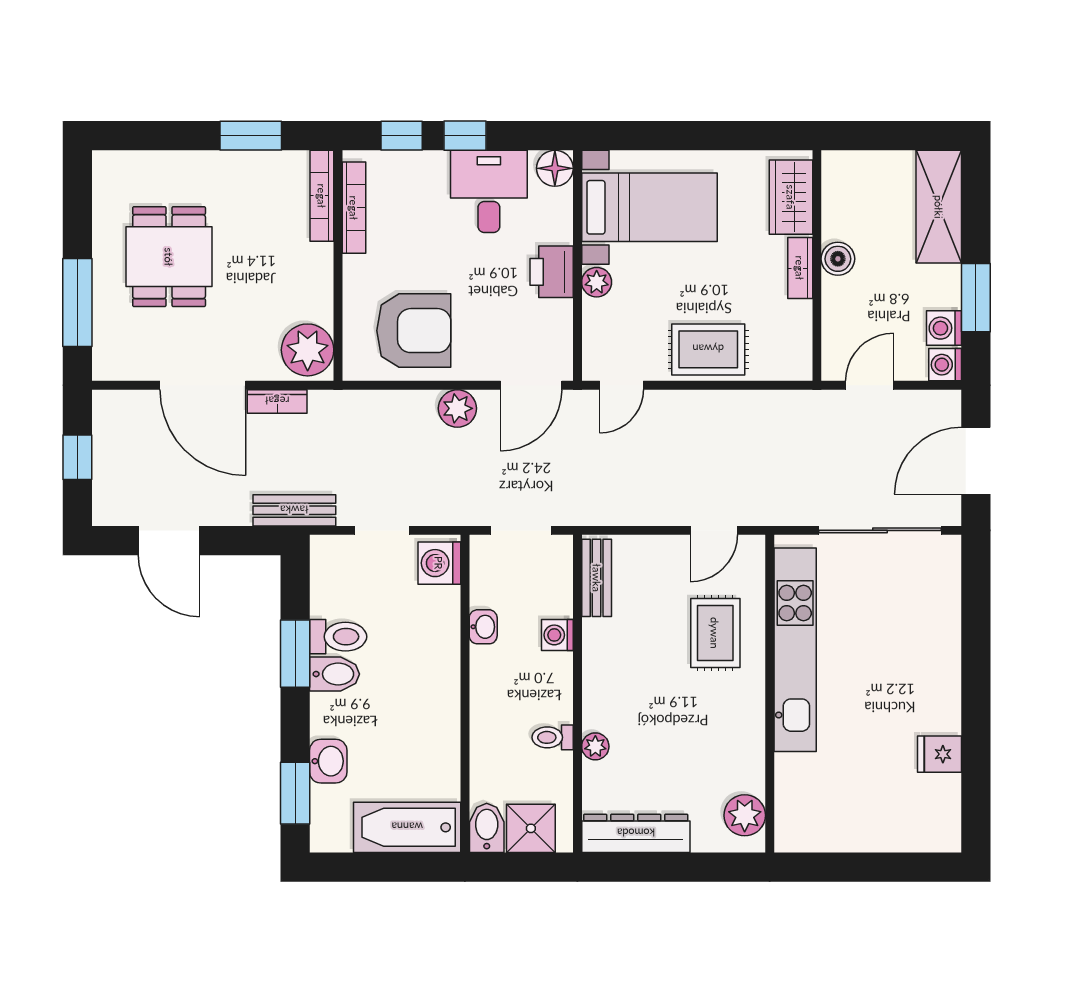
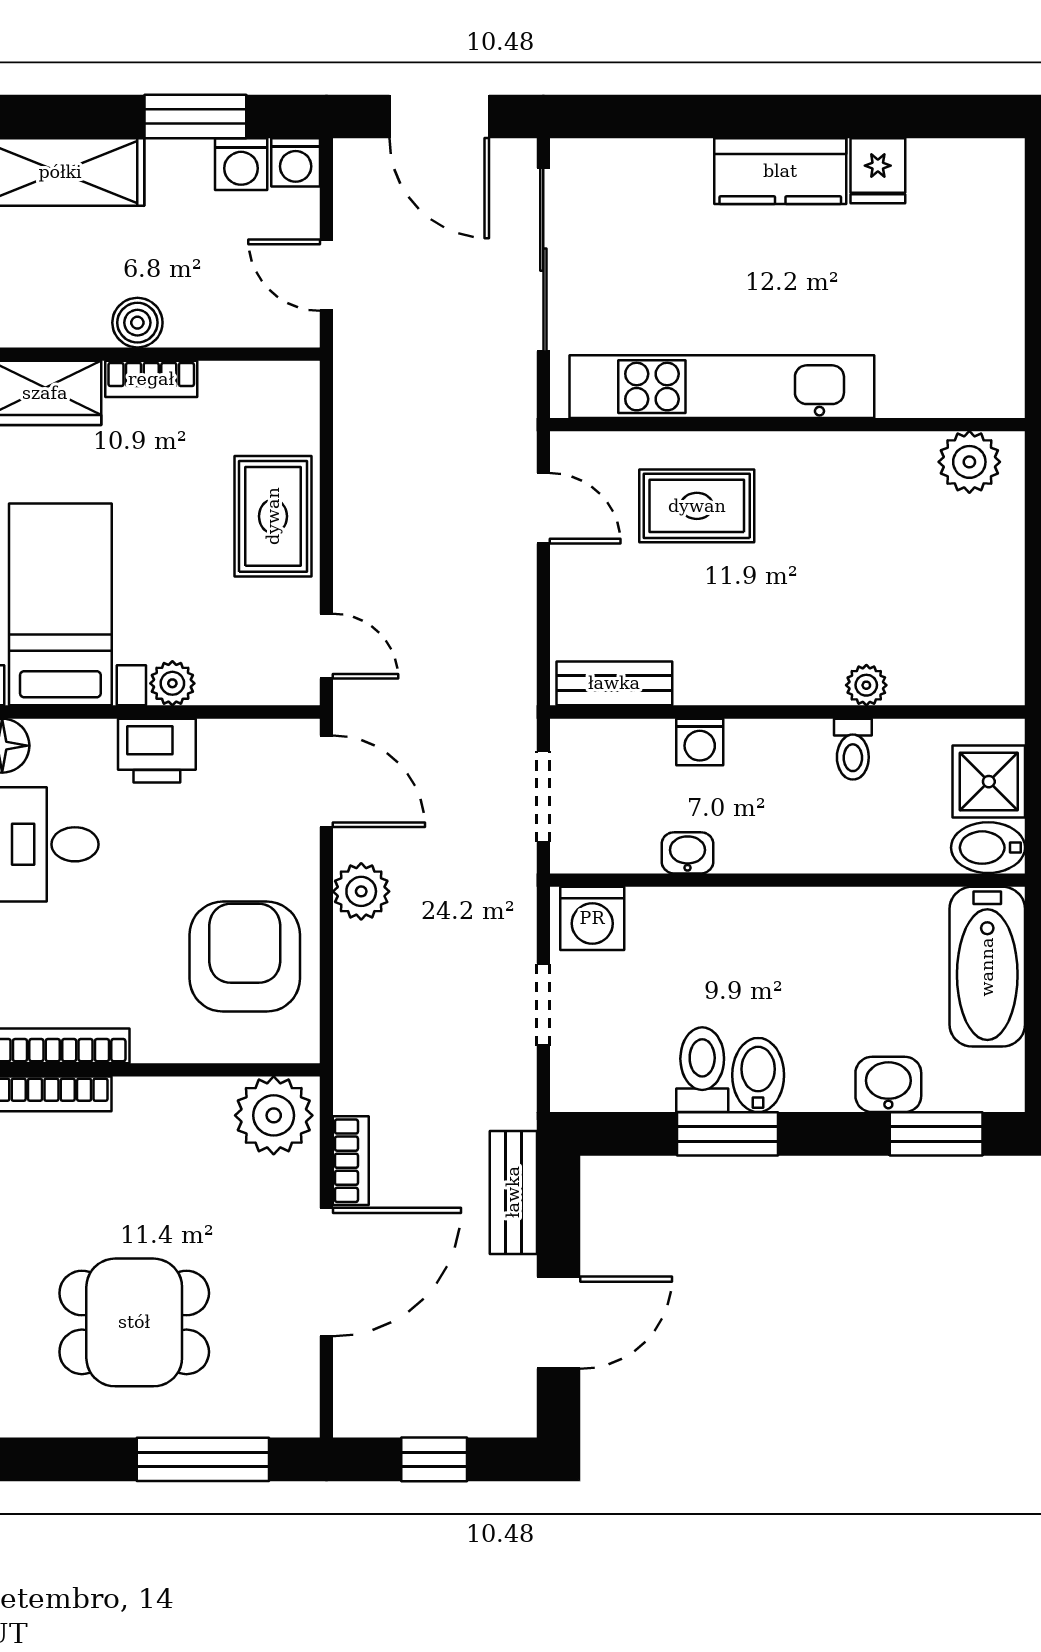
bench: (294, 510) -> (513, 1192), moved
kitchen counter: (939, 689) -> (780, 171), added
dresser: (636, 833) -> (996, 625), removed

